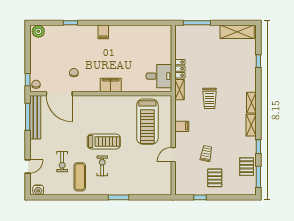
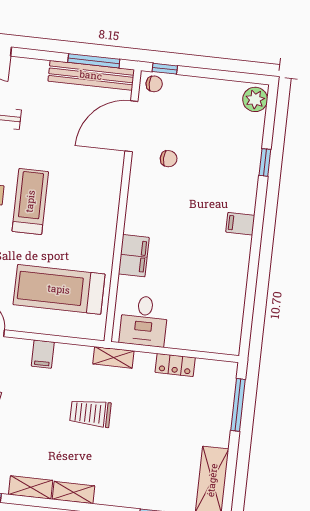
locker: (180, 69) -> (175, 365), moved
filing cabinet: (111, 85) -> (134, 256), moved
treadmill: (104, 141) -> (30, 201), turned 180

